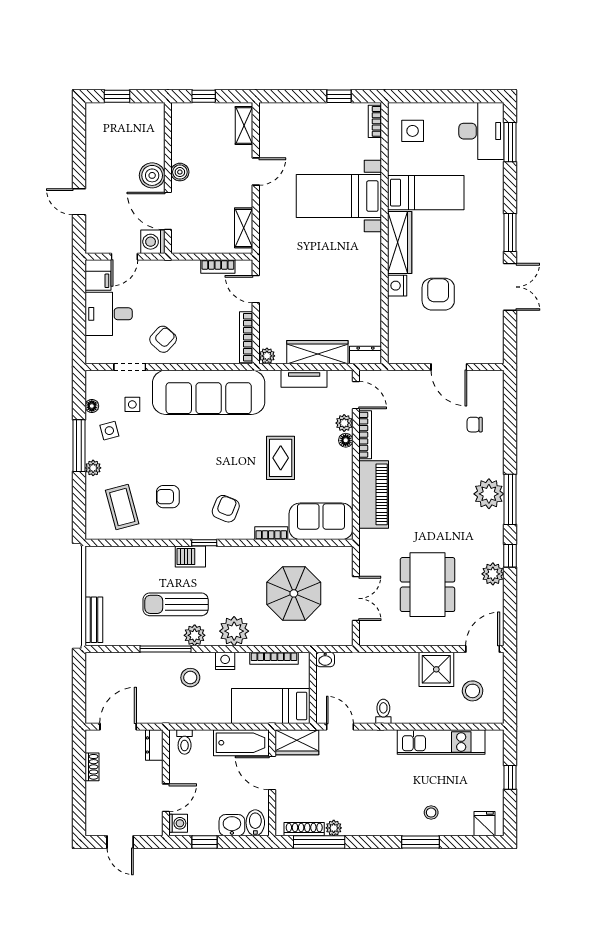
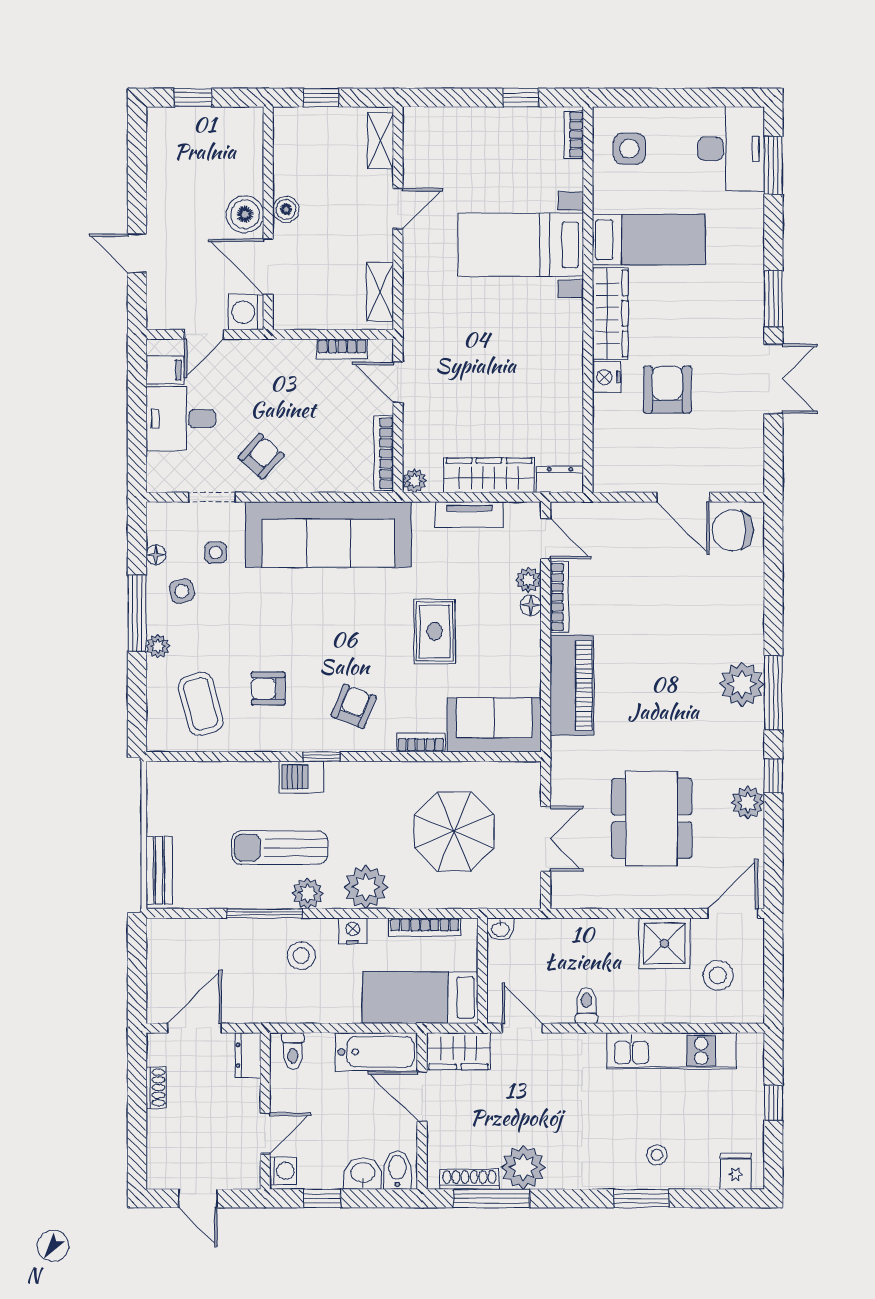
chair: (475, 425) -> (733, 530), moved, width x1.87, depth x1.87
plant: (334, 828) -> (523, 1167), width x1.88, depth x1.88

